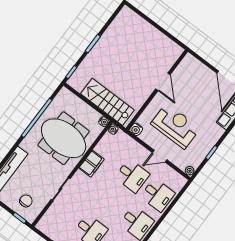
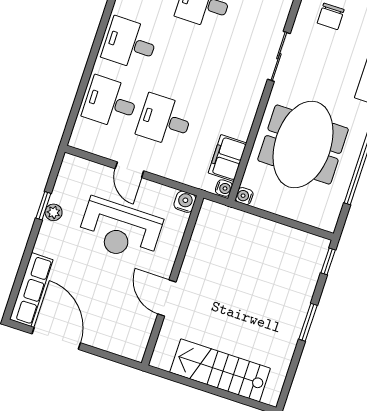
stairs: (107, 102) -> (220, 370), moved, turned 180
meeting table: (64, 138) -> (303, 145), turned 90
door: (160, 156) -> (129, 170), swing flipped
filing cabinet: (91, 164) -> (227, 158), moved
plant: (190, 171) -> (54, 212), moved

